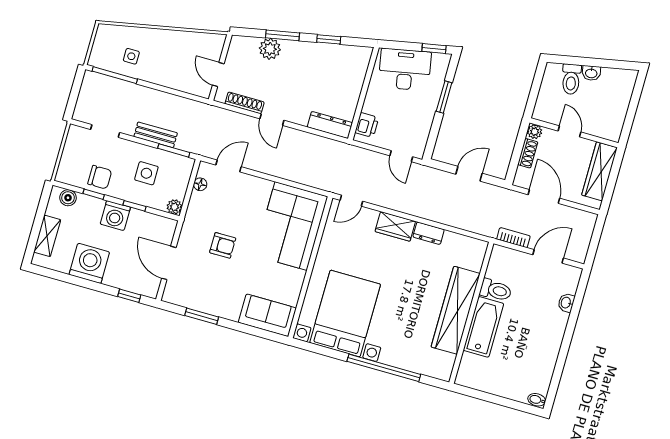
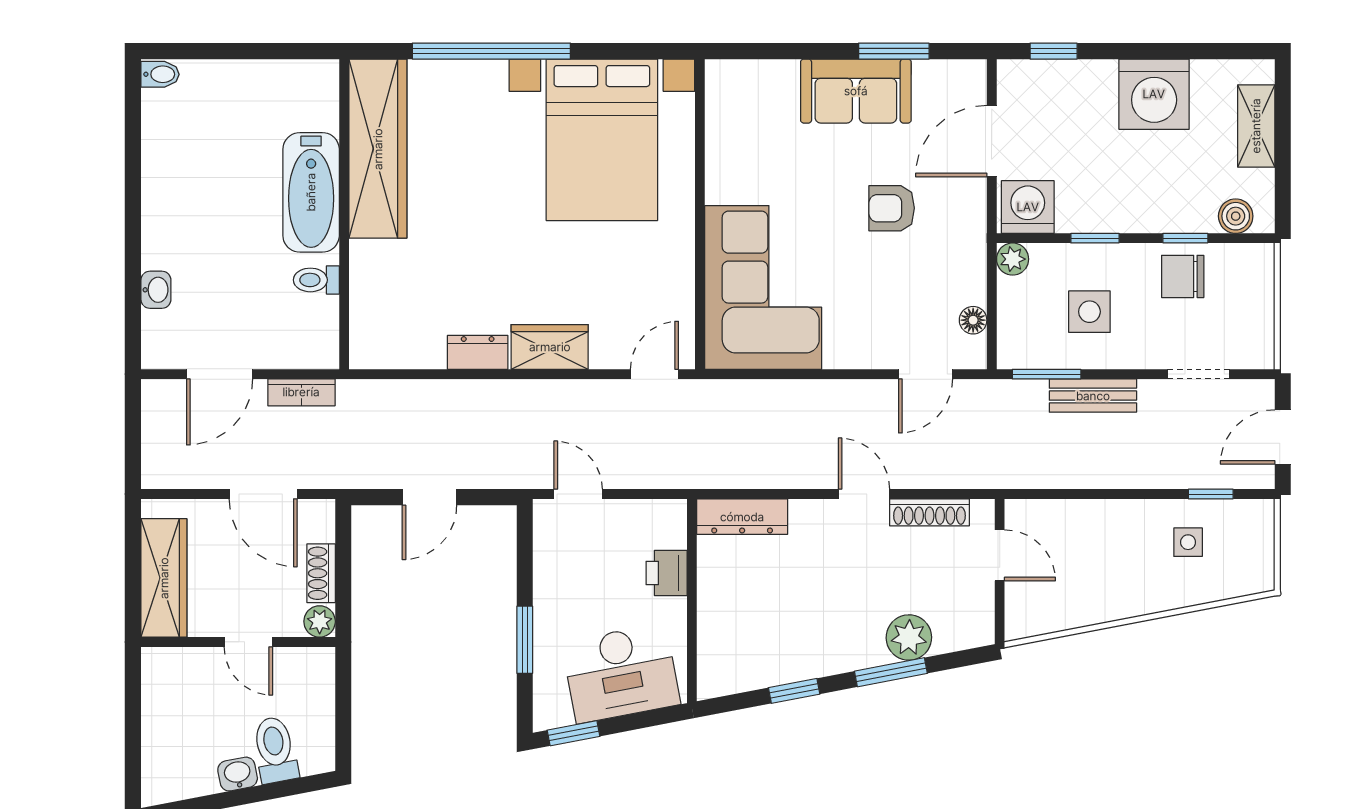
window: (115, 75) -> (1211, 494), width x0.46
door: (75, 92) -> (1283, 437), added
printer: (367, 125) -> (667, 573), moved
washing machine: (115, 216) -> (1028, 207), moved
door: (169, 263) -> (992, 141), swing flipped
toilet: (496, 290) -> (316, 280), width x0.73, depth x0.72
wardrobe: (456, 310) -> (378, 149), moved
sofa: (267, 315) -> (856, 91), moved

